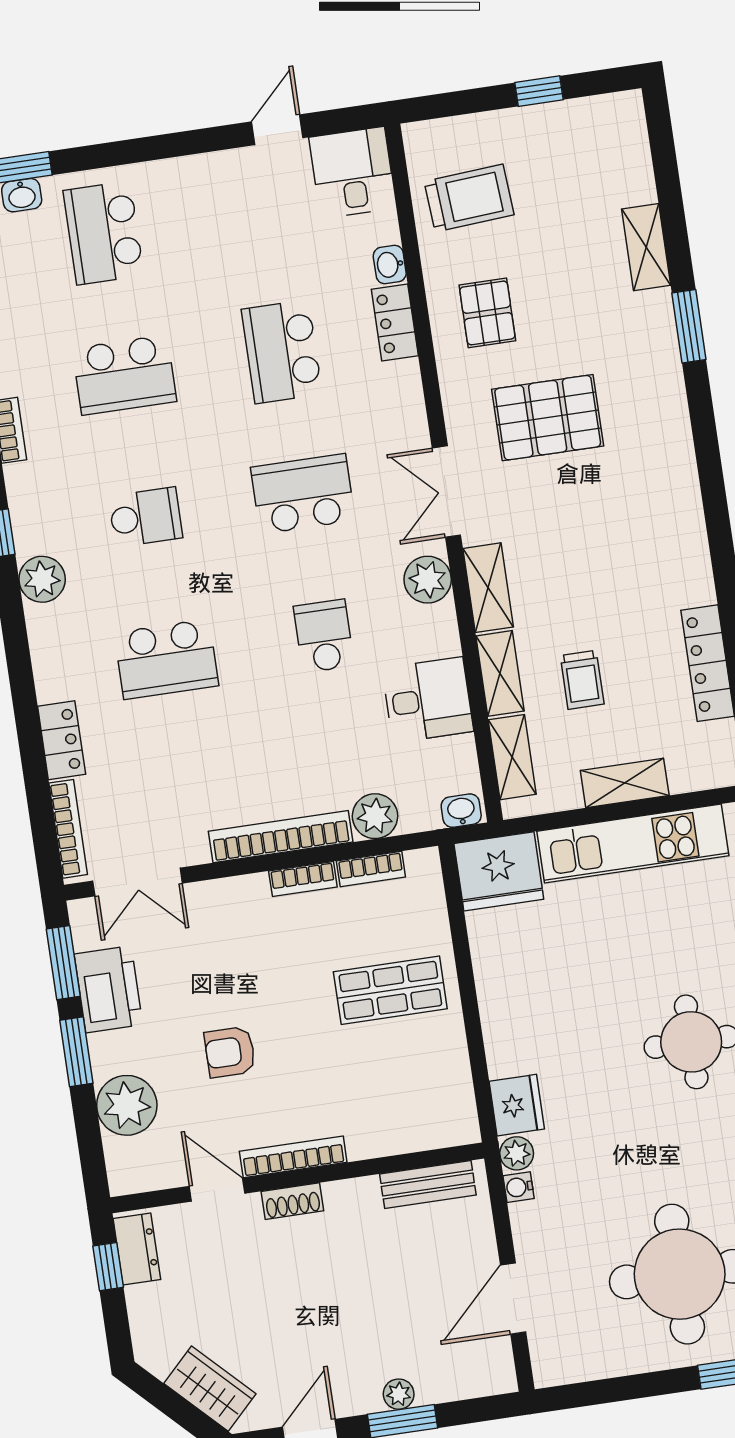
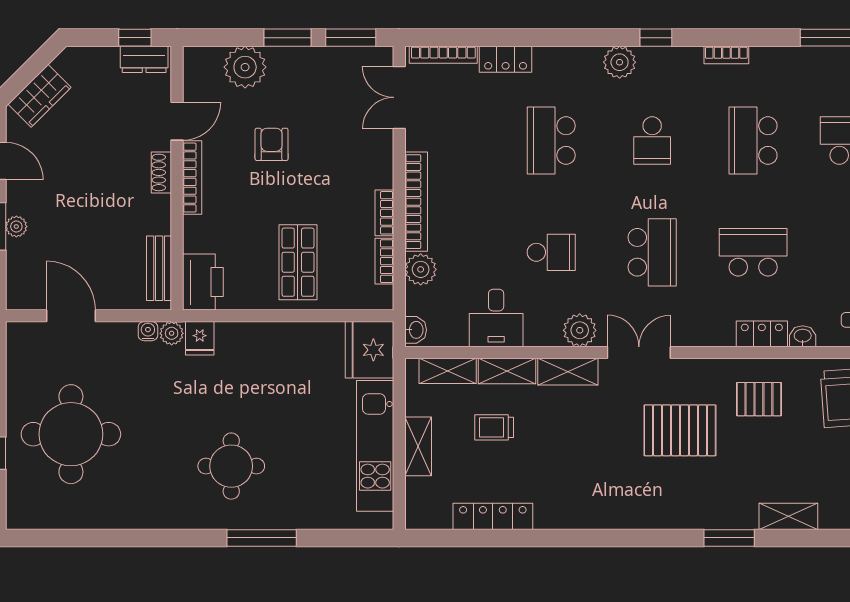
pallet: (548, 418) -> (680, 430), turned 90
printer: (108, 989) -> (203, 282), moved, turned -90
fridge: (517, 1105) -> (200, 338), width x0.72

